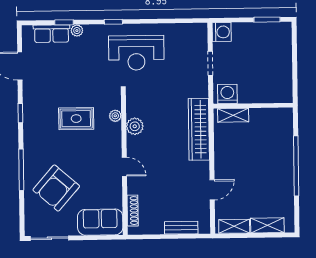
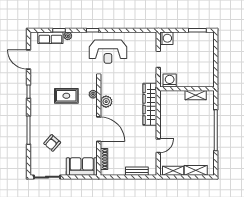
shelving: (233, 115) -> (196, 95), moved
door: (124, 167) -> (99, 129), width x1.87
armchair: (56, 188) -> (52, 143), width x0.53, depth x0.53

